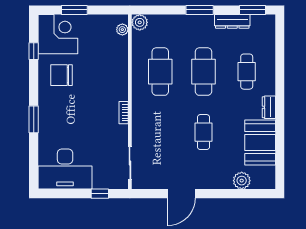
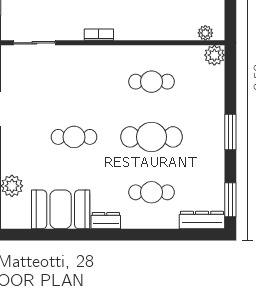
dresser: (232, 21) -> (202, 220), moved, turned 90
cafe table: (160, 72) -> (151, 82), width x0.73, depth x0.74

